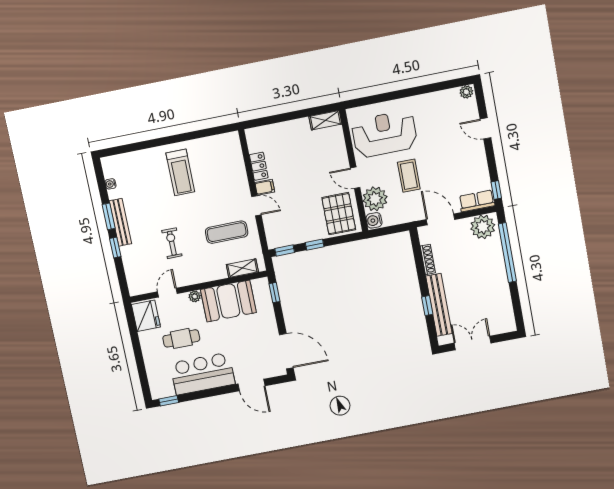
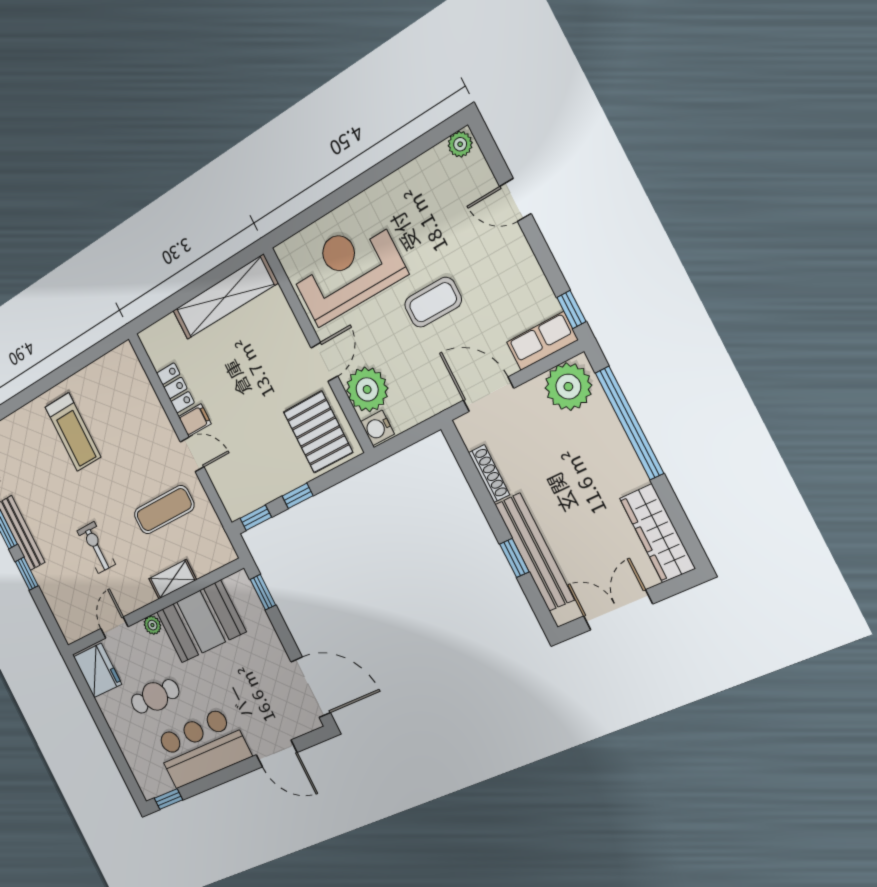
shelving: (325, 120) -> (225, 297), width x2.20, depth x1.33
coffee table: (409, 176) -> (433, 302), moved, turned 90
door: (355, 178) -> (324, 362), swing flipped
shelving: (242, 268) -> (173, 579), moved
wardrobe: (504, 309) -> (657, 533), added

